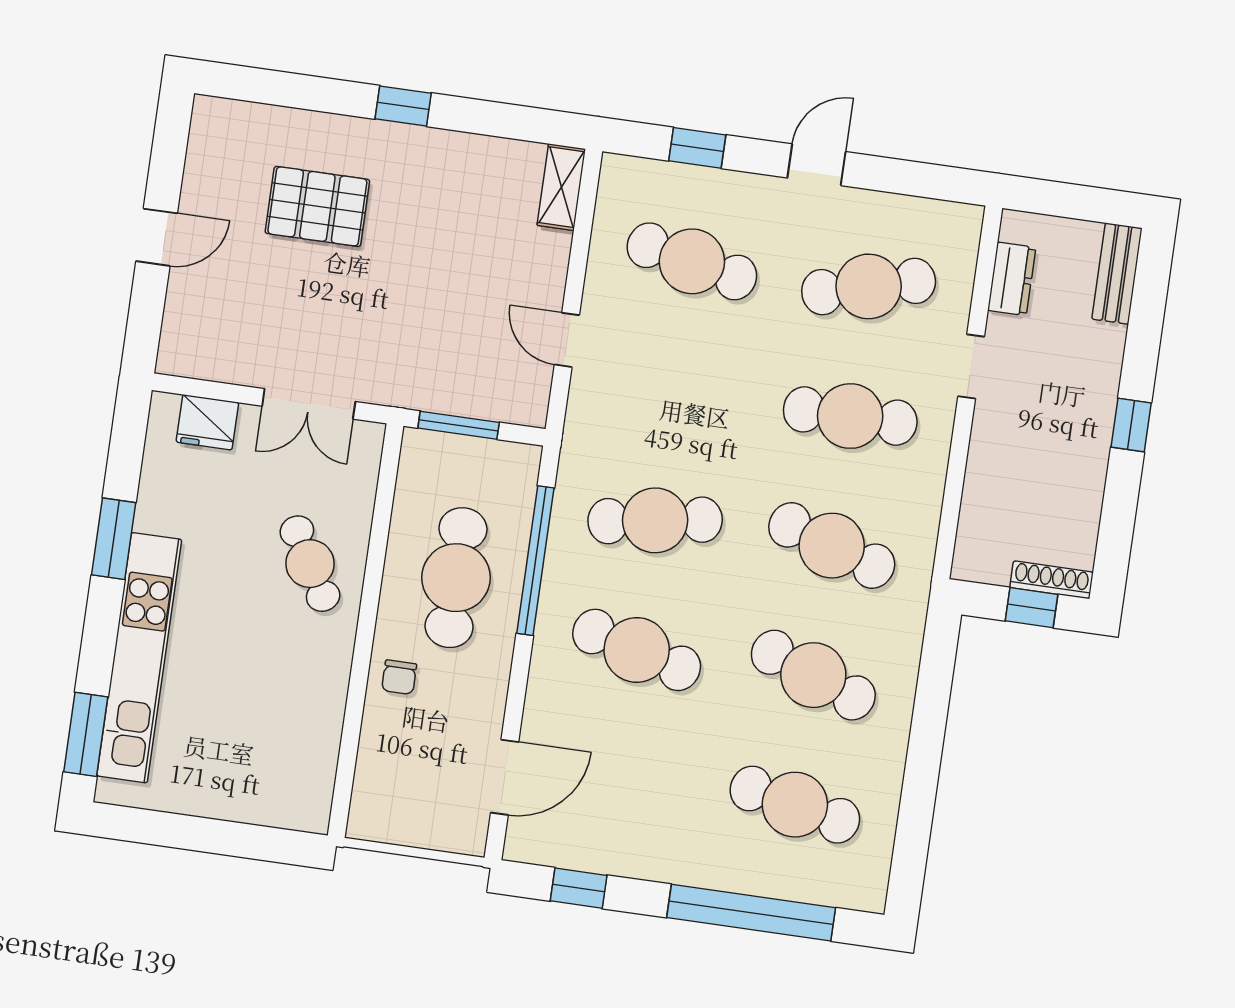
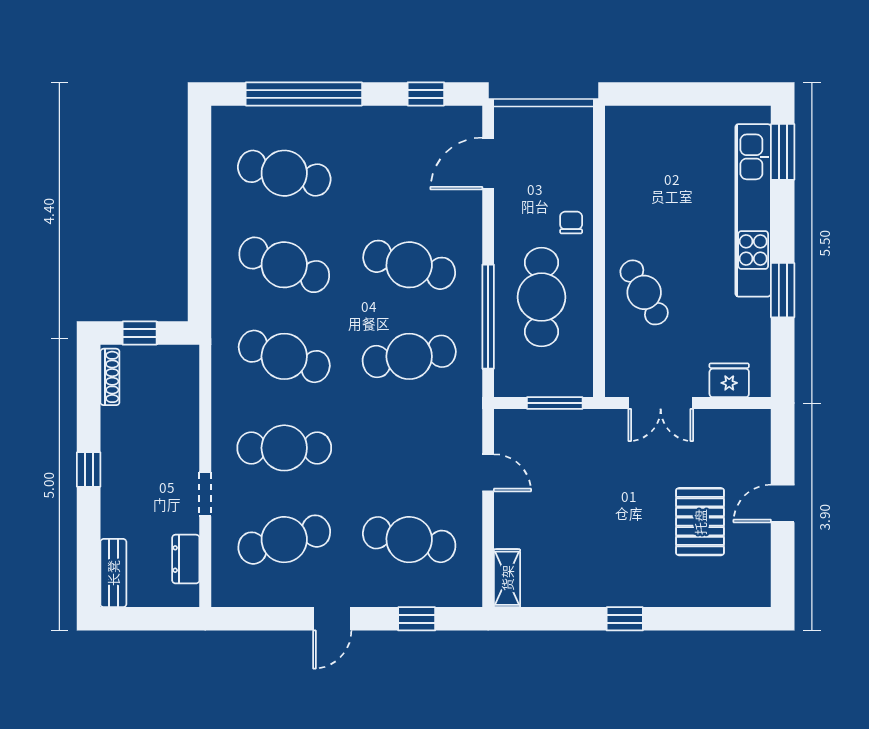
pallet: (317, 206) -> (700, 522), moved, turned 90
double door: (309, 404) -> (661, 403), swing flipped
shoe rack: (1051, 580) -> (110, 377), moved, turned -90

